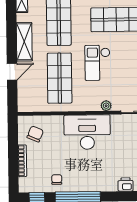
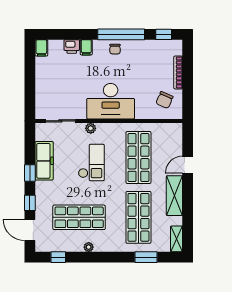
checkout: (97, 63) -> (91, 162), moved
chair: (57, 179) -> (115, 49), moved
filing cabinet: (111, 184) -> (86, 47), added

